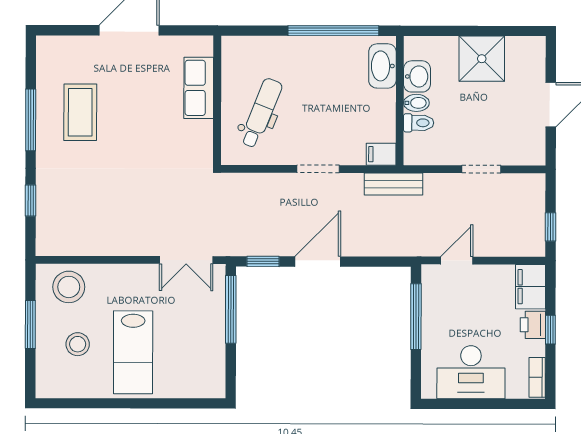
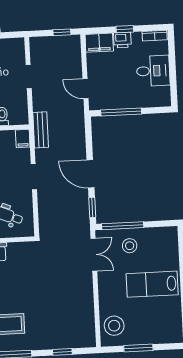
stool: (78, 344) -> (130, 246), moved
lab bench: (133, 352) -> (152, 284), turned 180
desk: (471, 372) -> (153, 71), width x0.73

